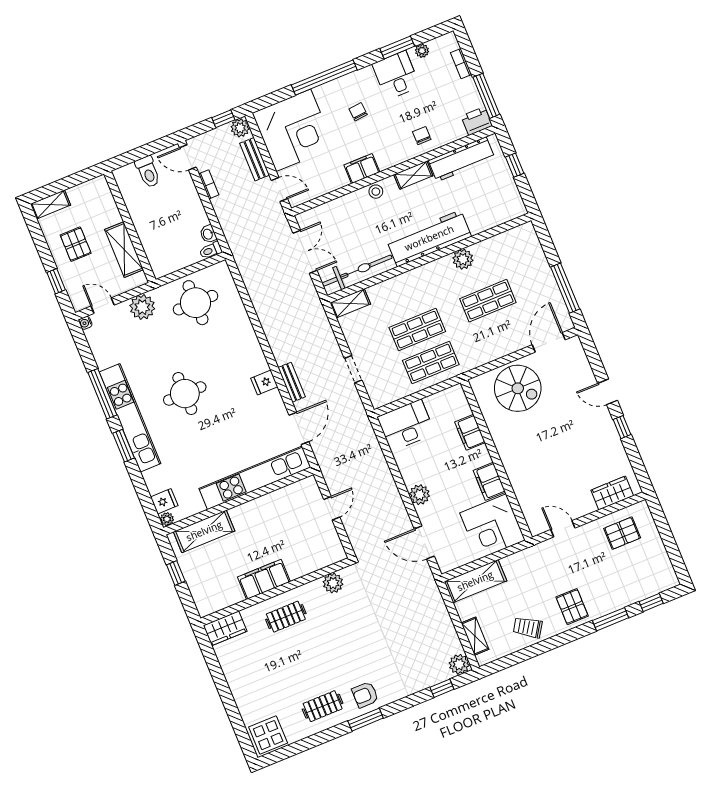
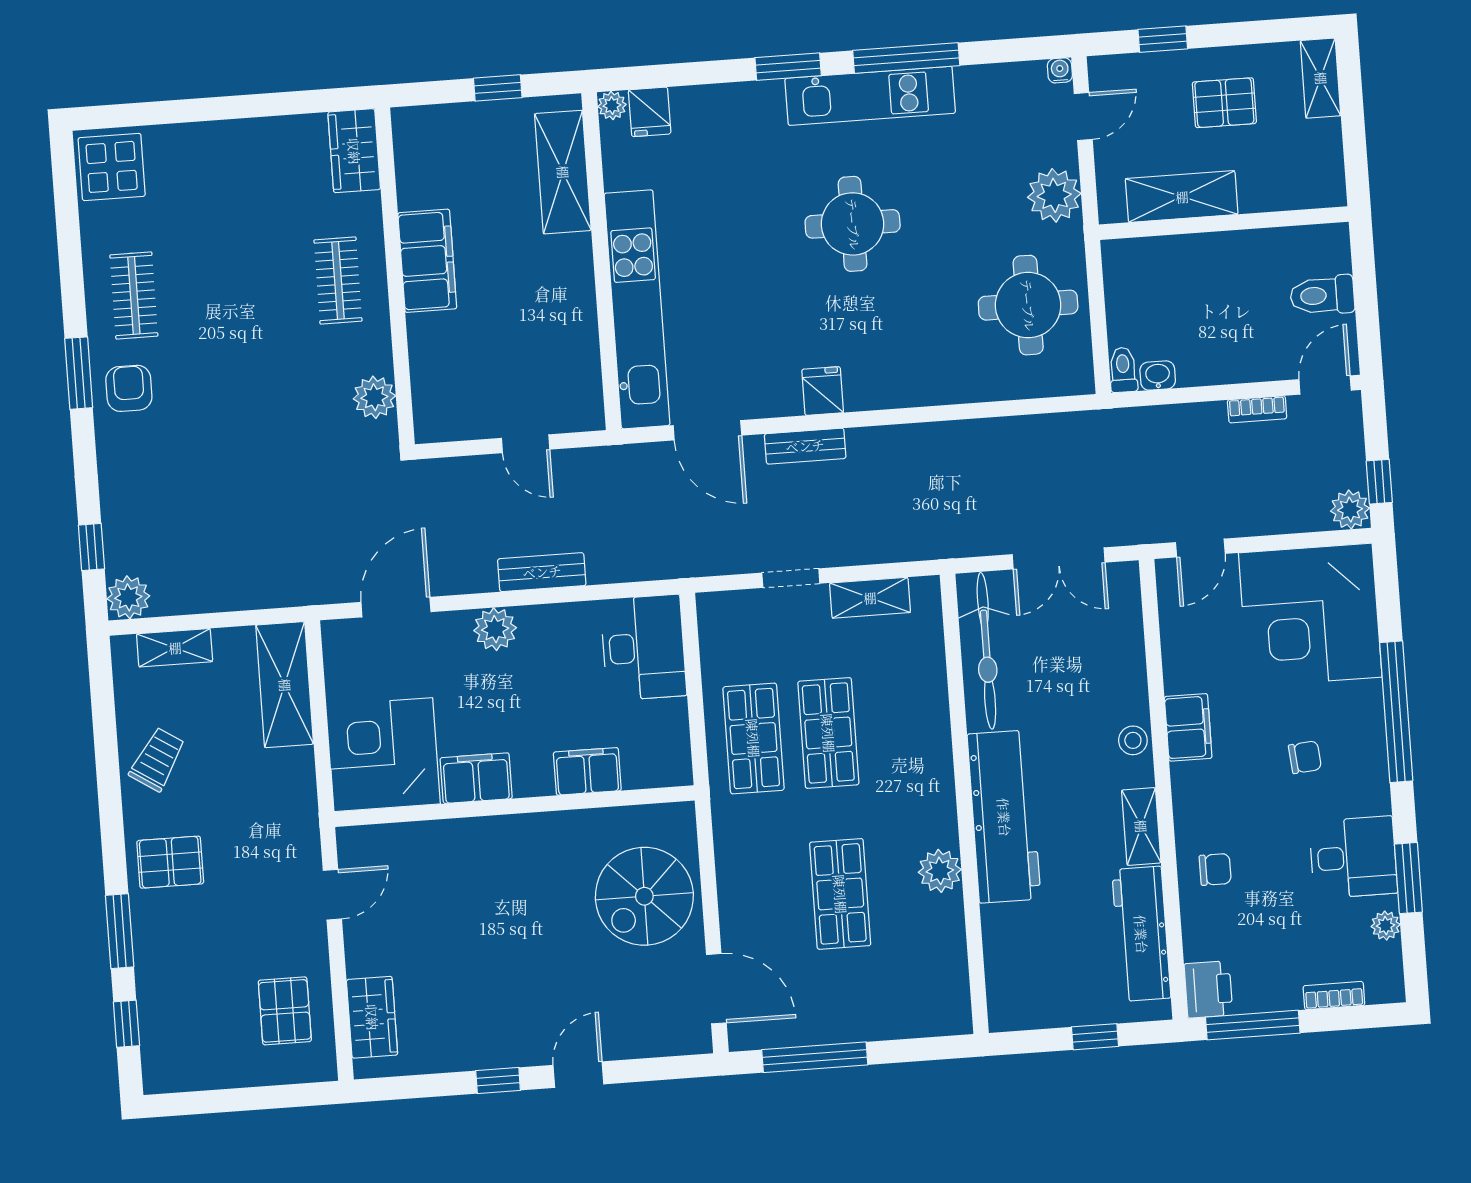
bench: (255, 159) -> (542, 572), moved
shelving: (350, 303) -> (870, 598), moved, turned 90
kitchen unit: (130, 418) -> (870, 96), width x0.73

